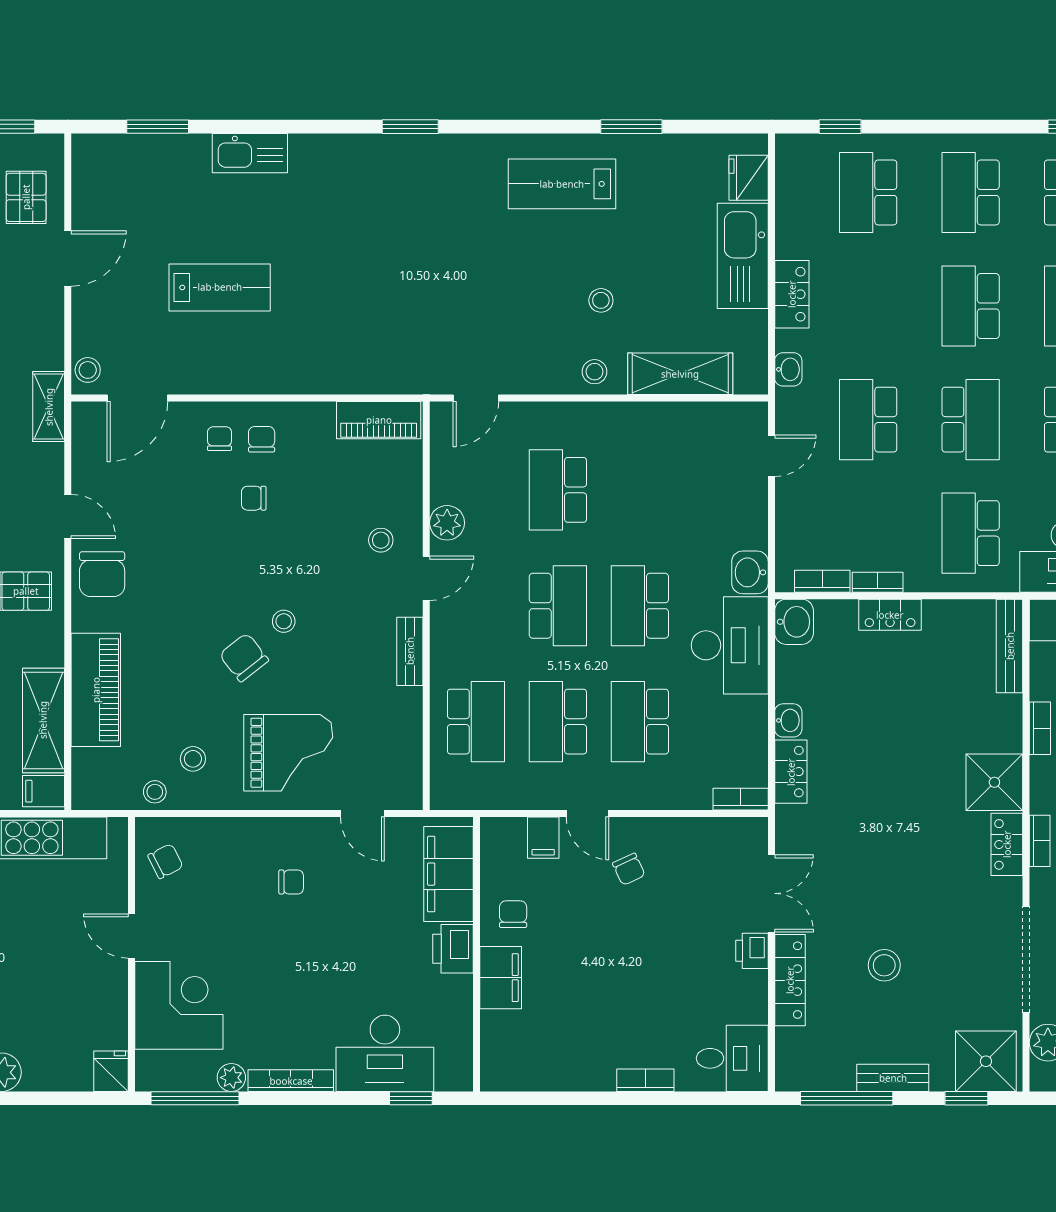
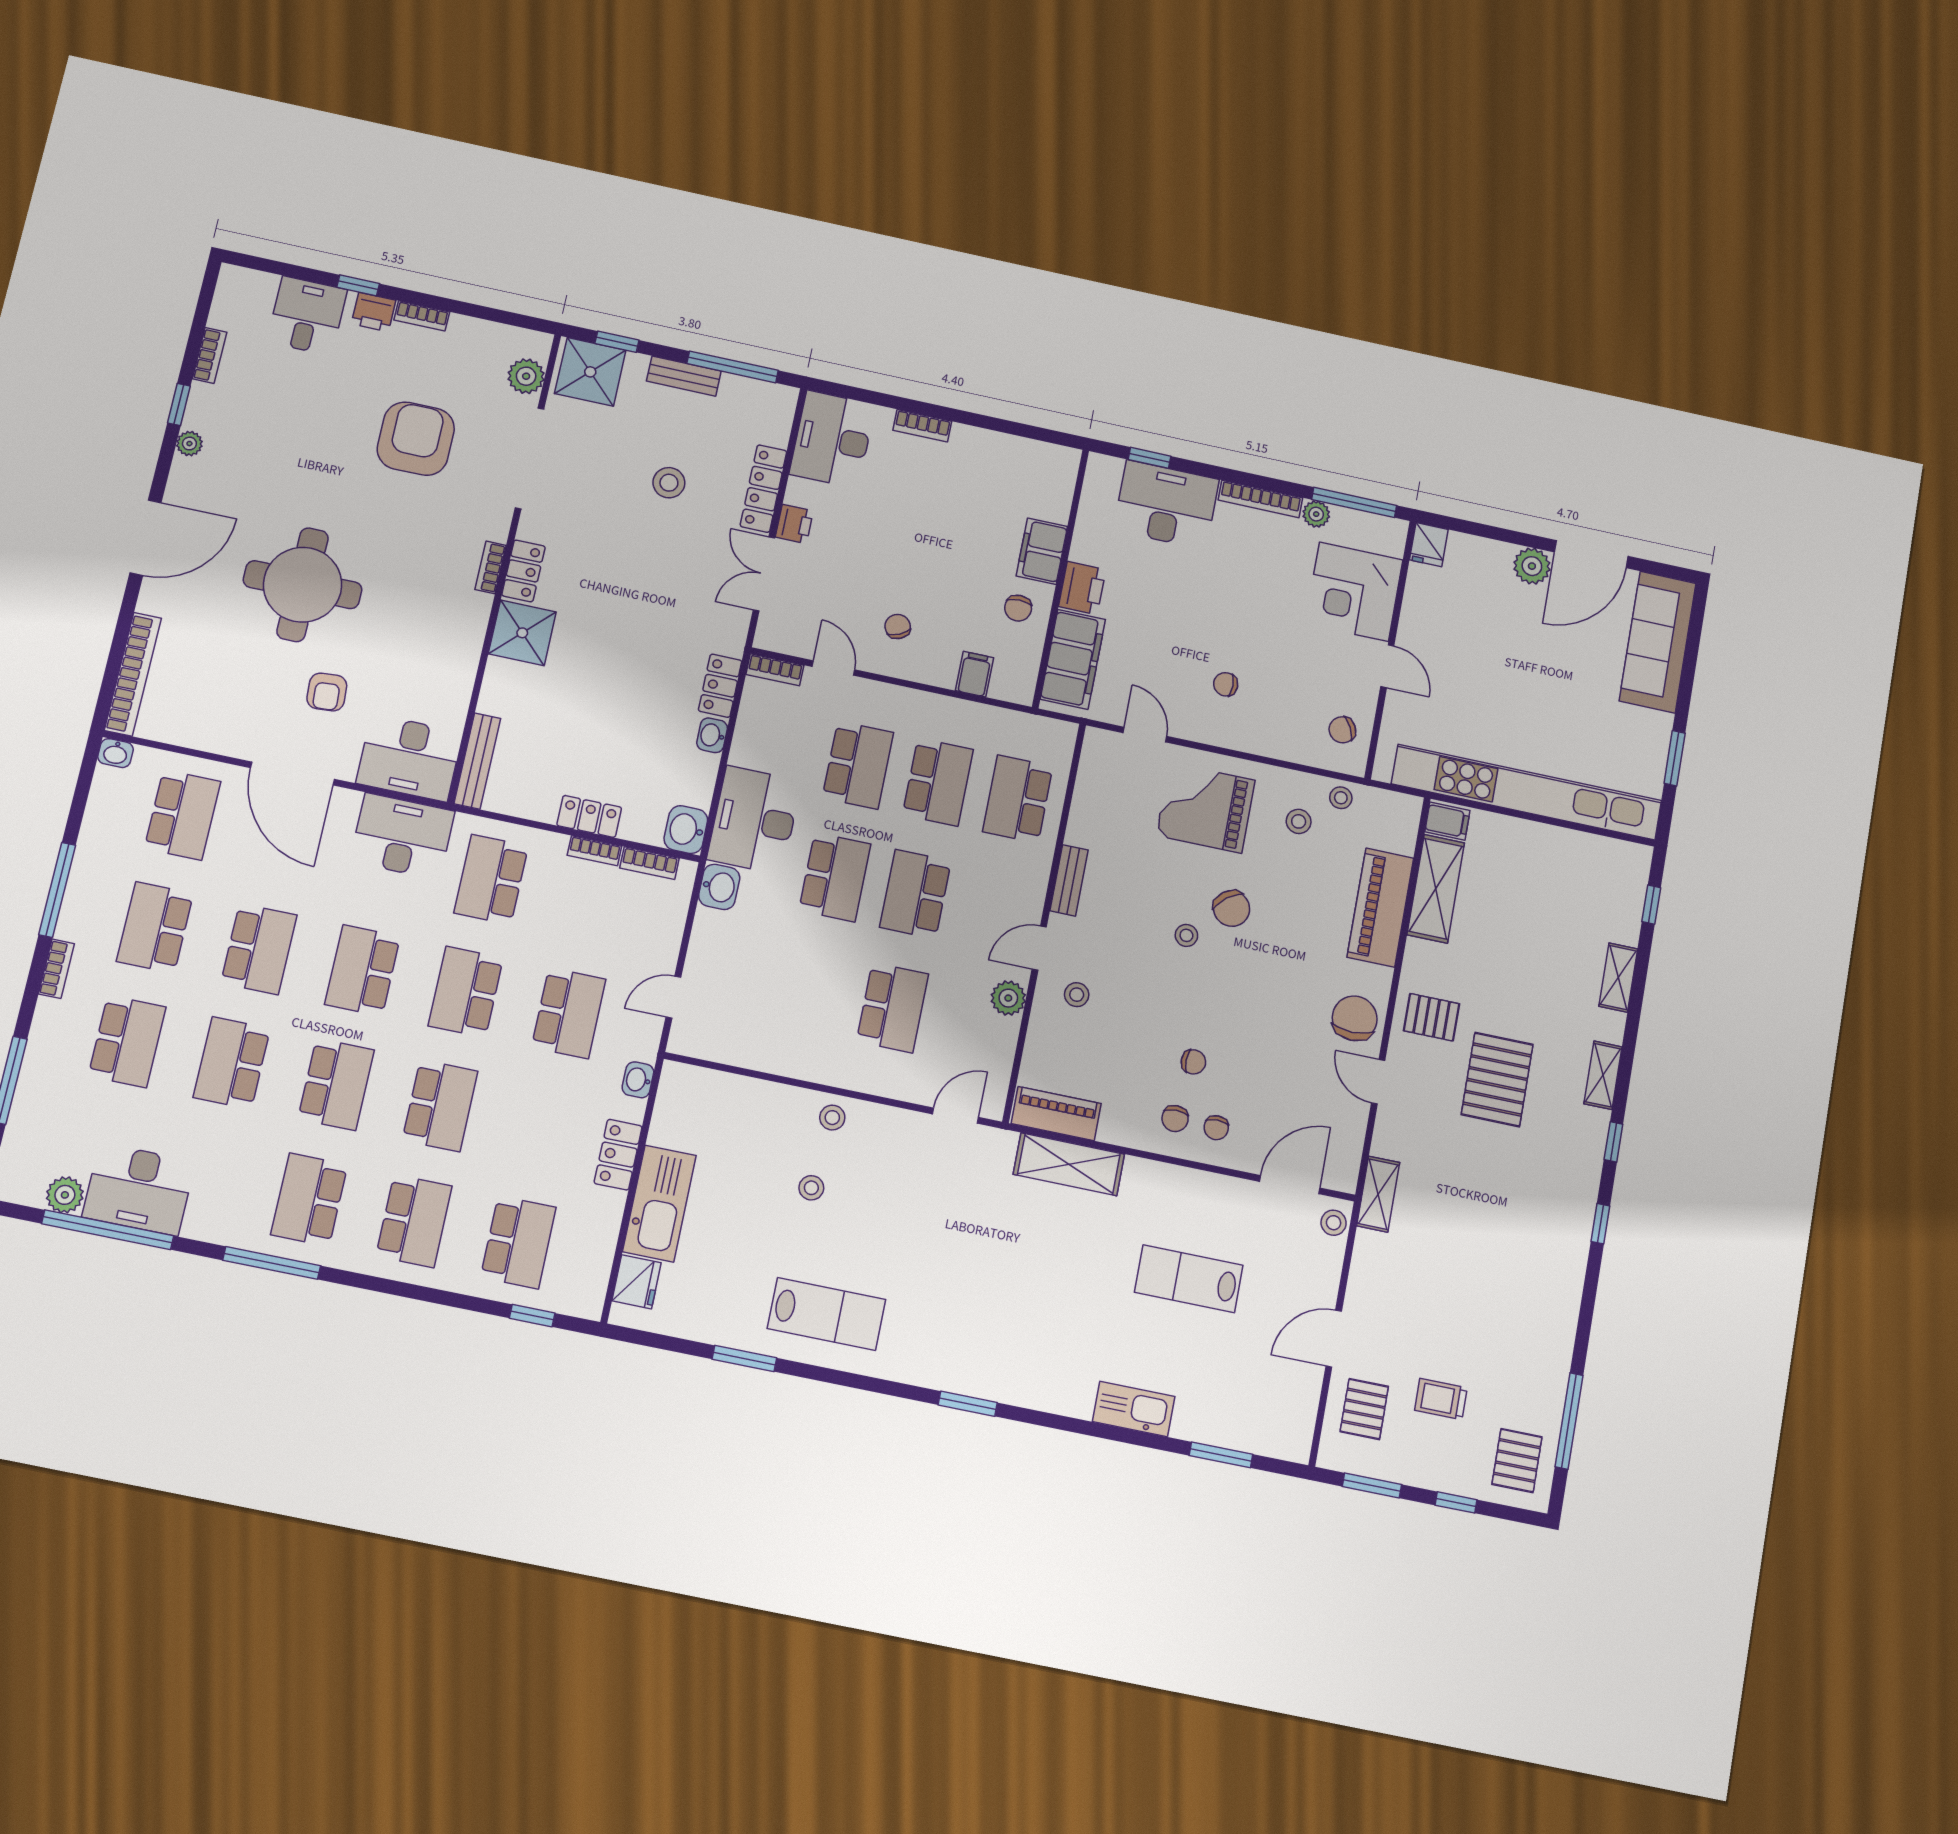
shelving: (680, 374) -> (1069, 1164), moved
school desk: (971, 533) -> (491, 879), turned 180
bookcase: (1040, 728) -> (465, 675), removed
door: (587, 813) -> (833, 668), moved
desk: (732, 1058) -> (832, 439), width x1.37

